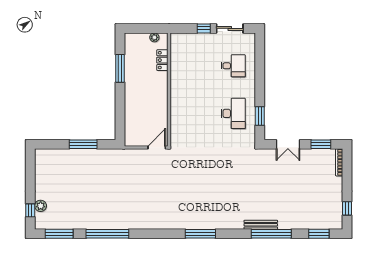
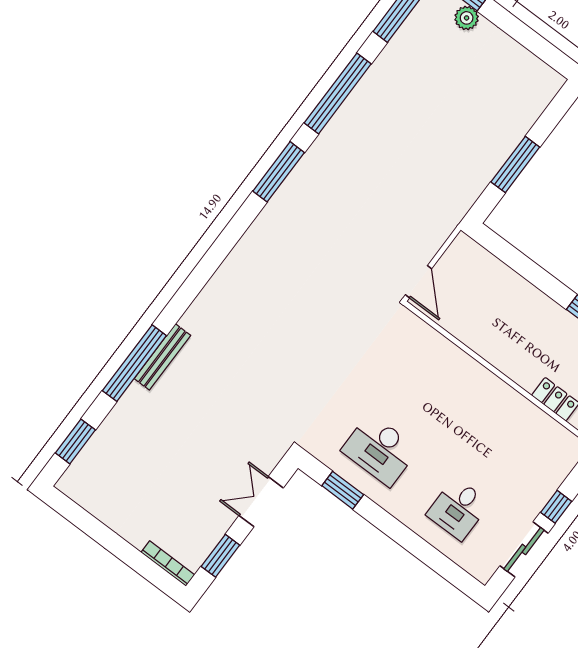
window: (347, 208) -> (82, 519), removed
window: (200, 234) -> (279, 172), moved

